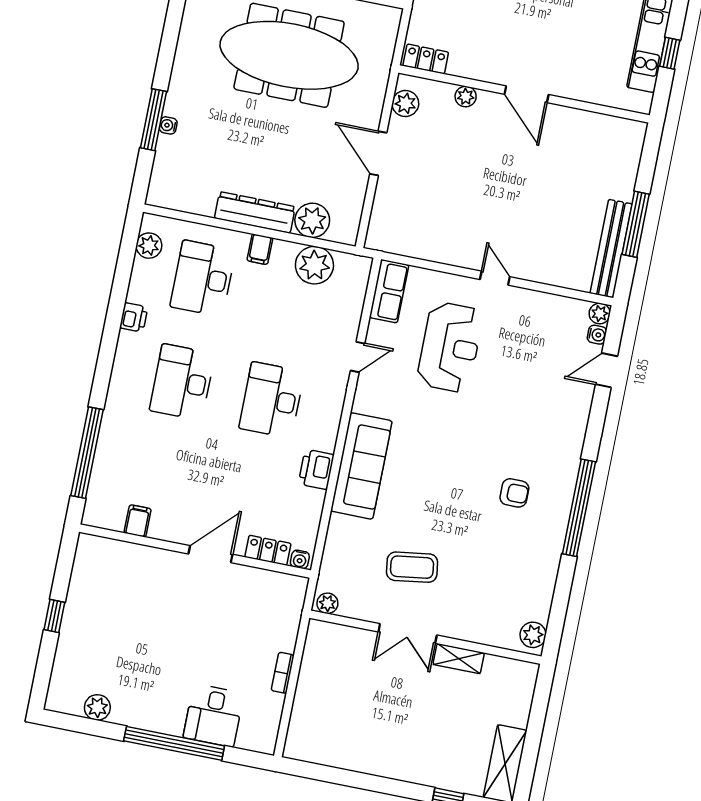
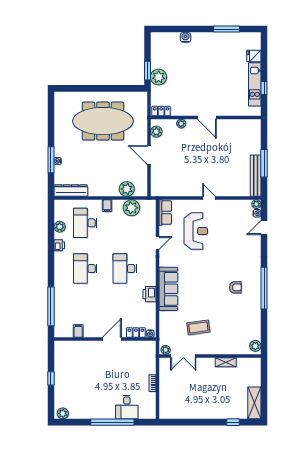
dresser: (255, 212) -> (71, 190), moved
plant: (149, 246) -> (60, 227), moved
double door: (408, 634) -> (183, 356), moved
plant: (97, 707) -> (63, 413), moved

